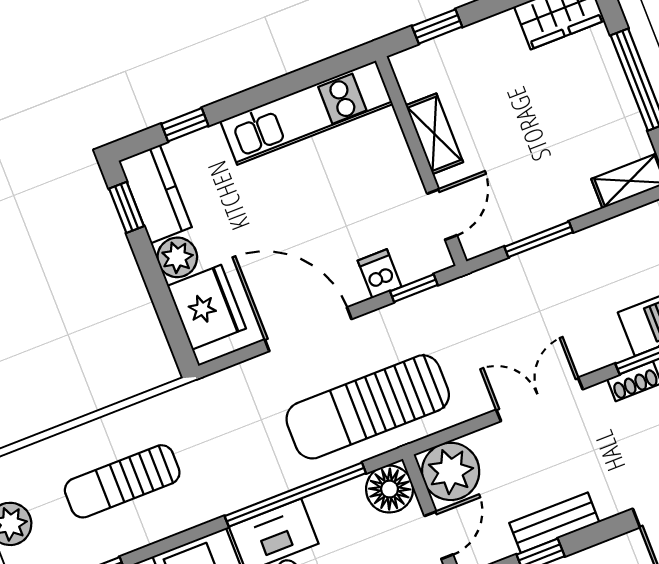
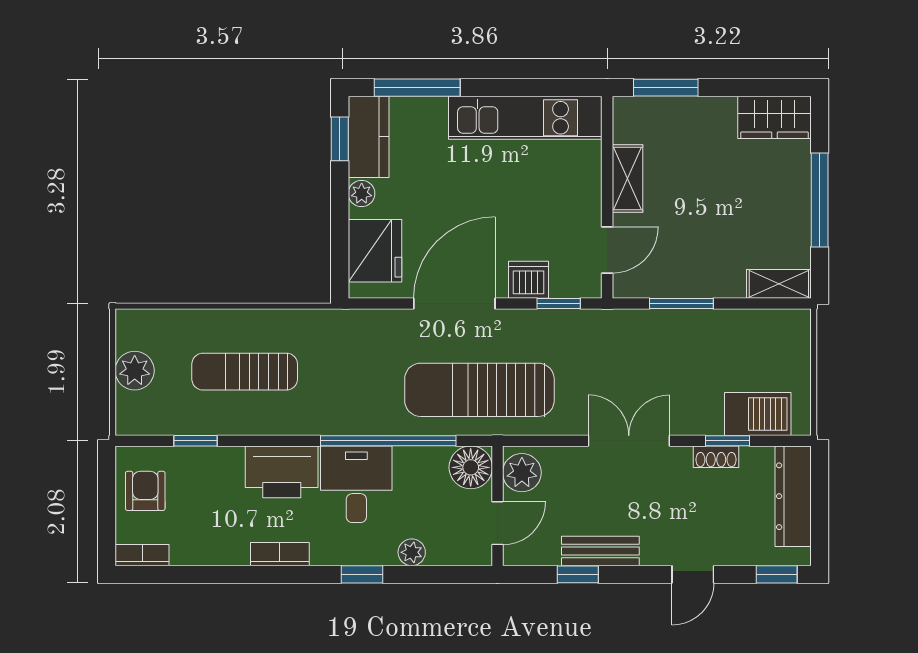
window: (437, 26) -> (666, 88), width x1.50
window: (185, 125) -> (417, 88), width x2.17
plant: (177, 257) -> (362, 194), width x0.73, depth x0.73
dishwasher: (380, 274) -> (529, 280), width x1.38
door: (308, 329) -> (454, 304), hinge flipped
plant: (451, 471) -> (522, 473), width x0.73, depth x0.73

